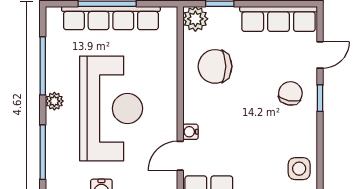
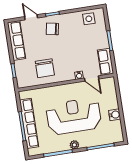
plant: (195, 19) -> (23, 82), removed

